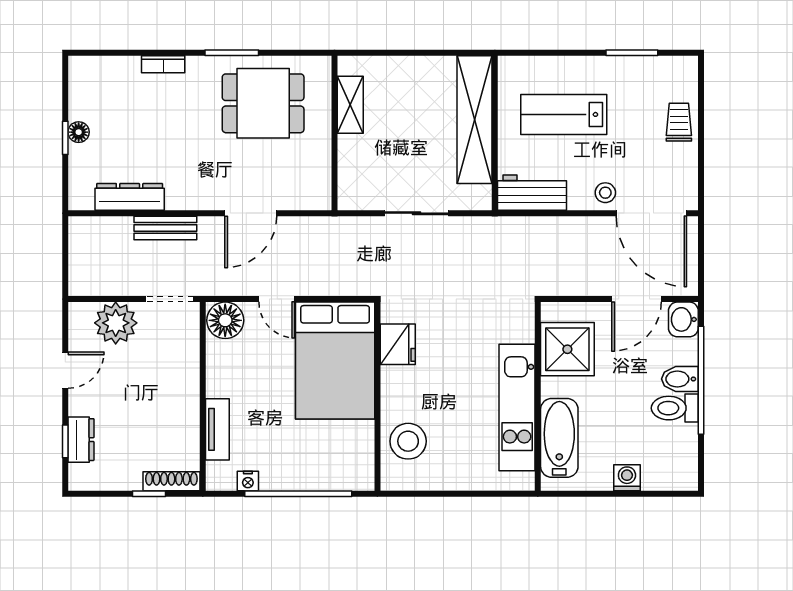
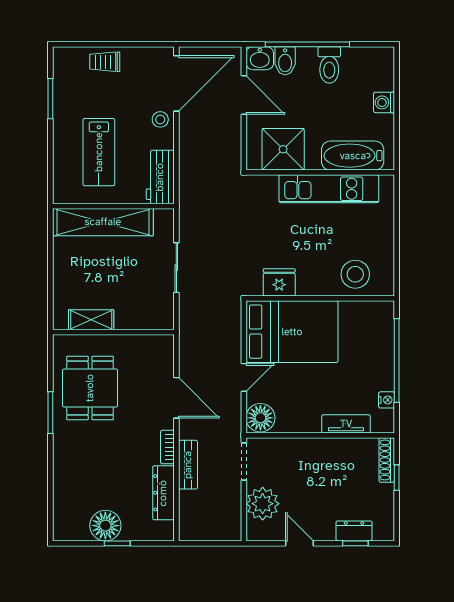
bookcase: (163, 64) -> (167, 447), moved, turned 180
floor lamp: (79, 132) -> (105, 526), width x1.89, depth x1.89
bidet: (680, 379) -> (285, 61), moved

